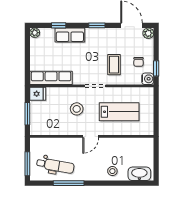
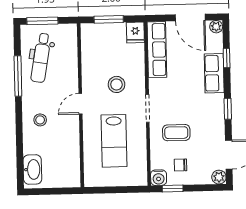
door: (27, 52) -> (190, 17), added
door: (91, 136) -> (80, 104), hinge flipped
stool: (112, 171) -> (40, 120), moved

